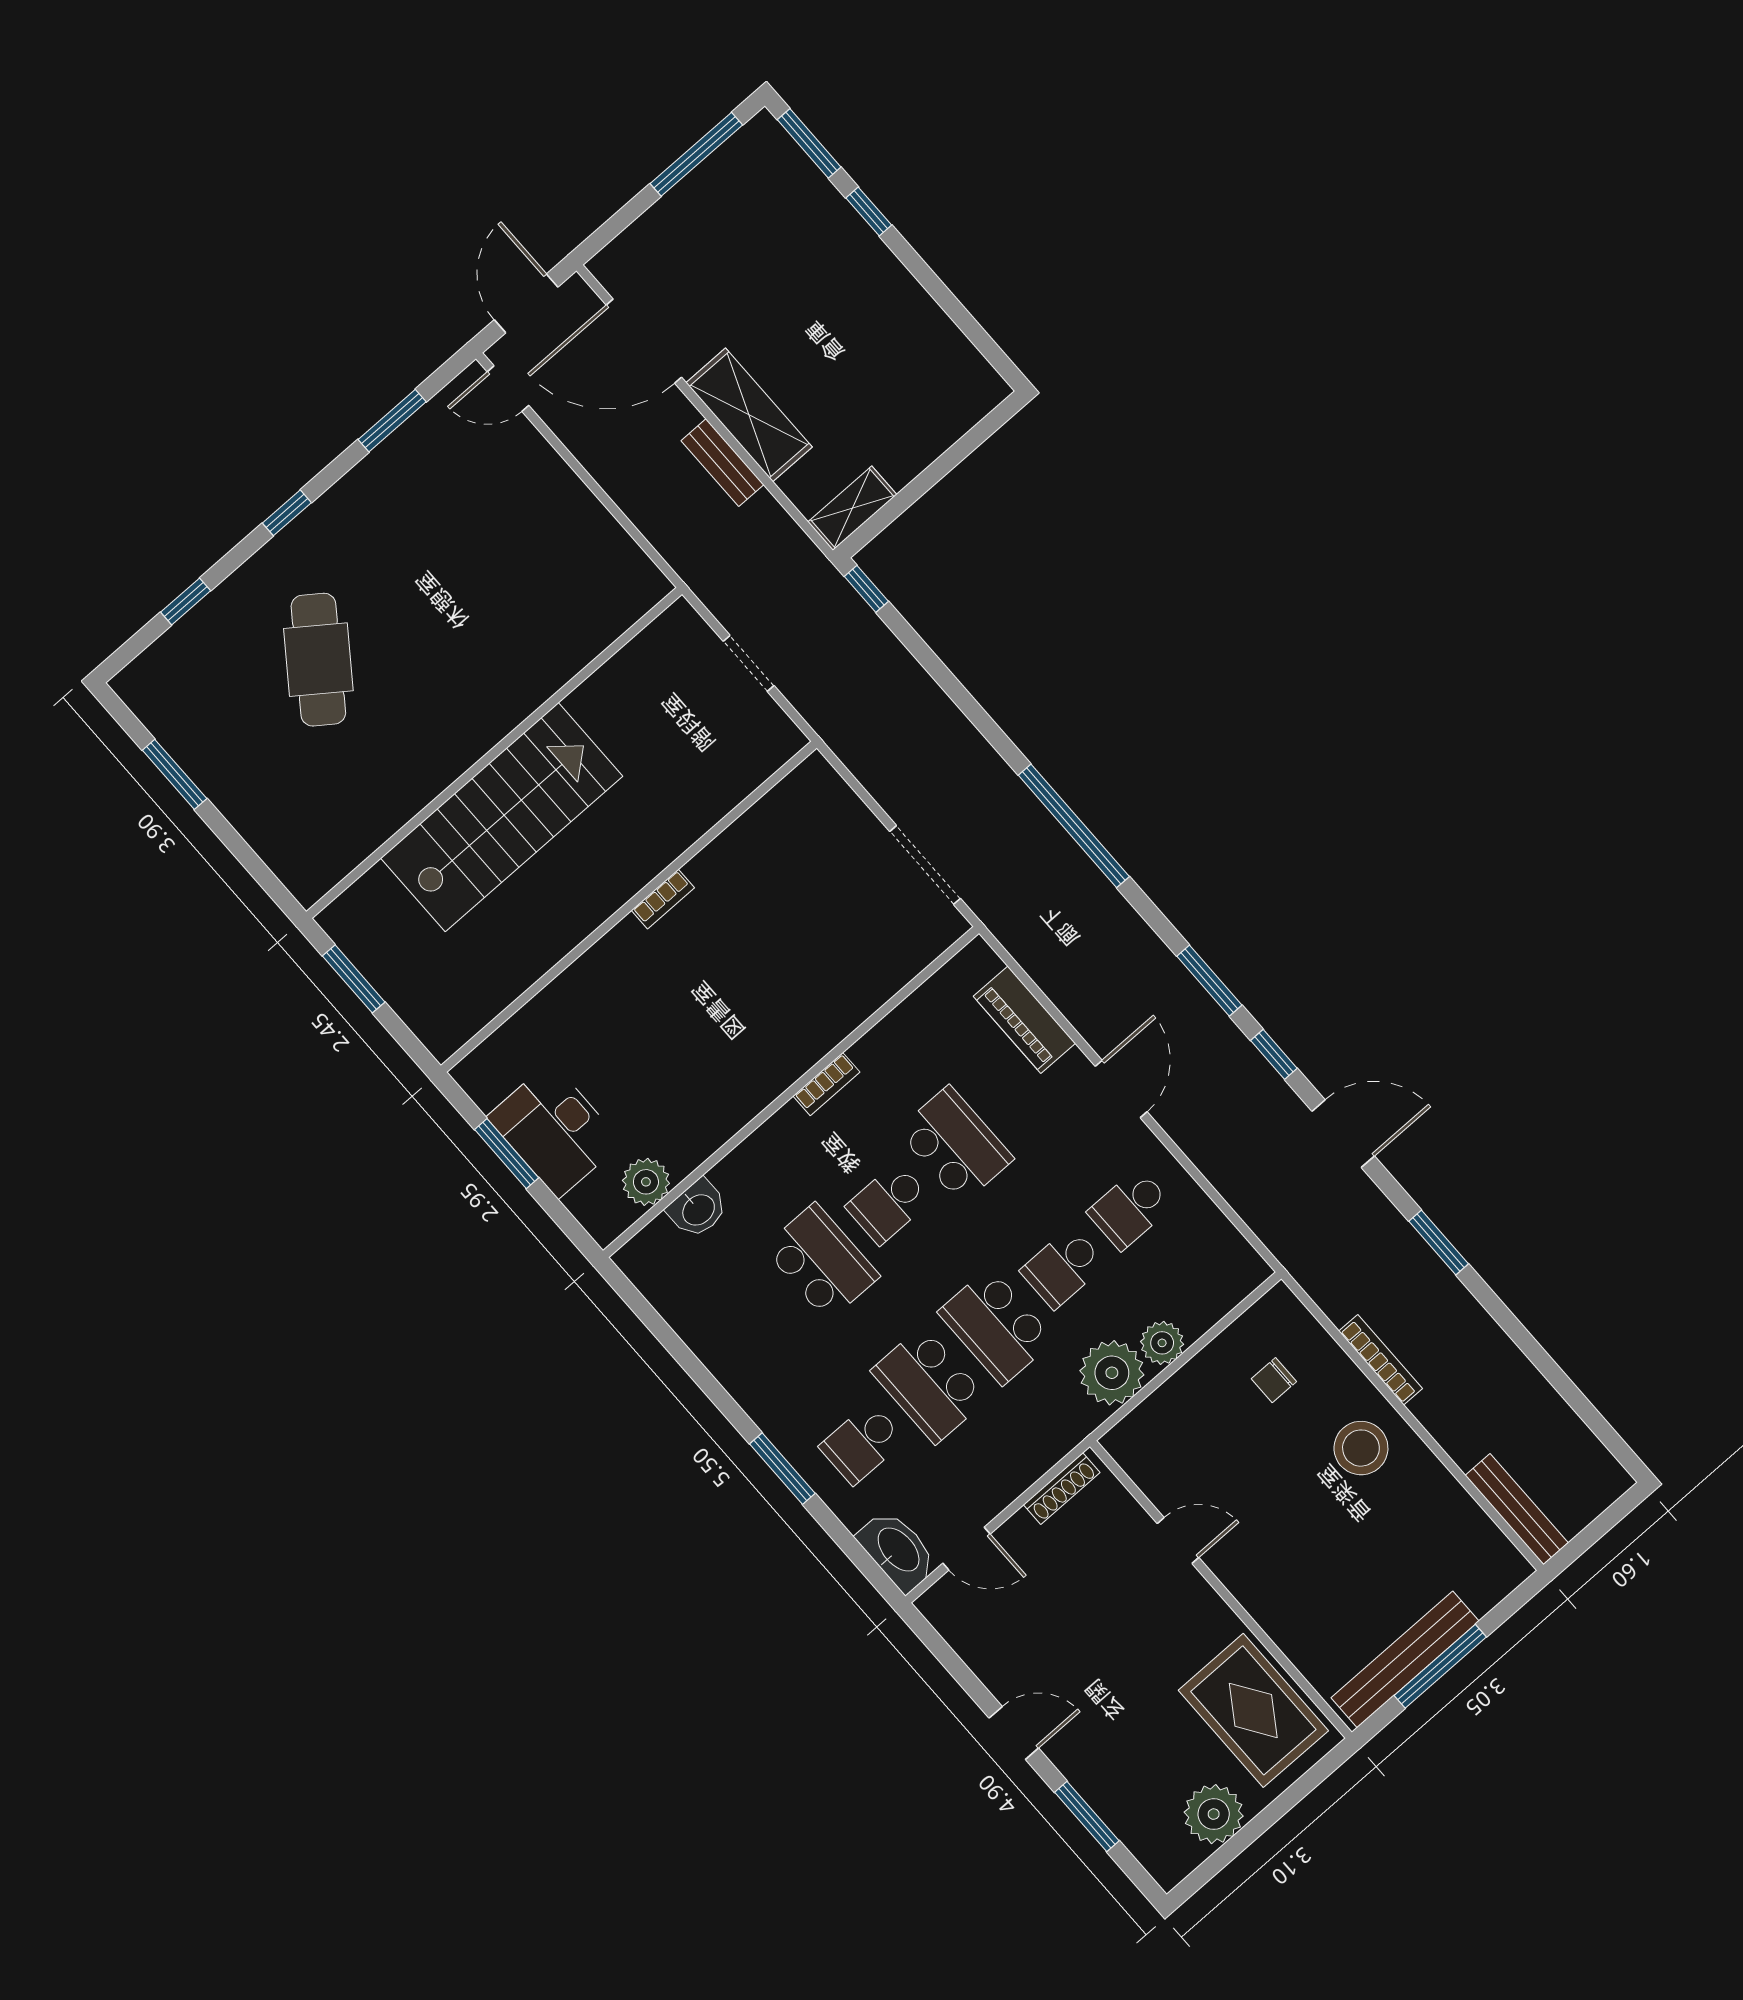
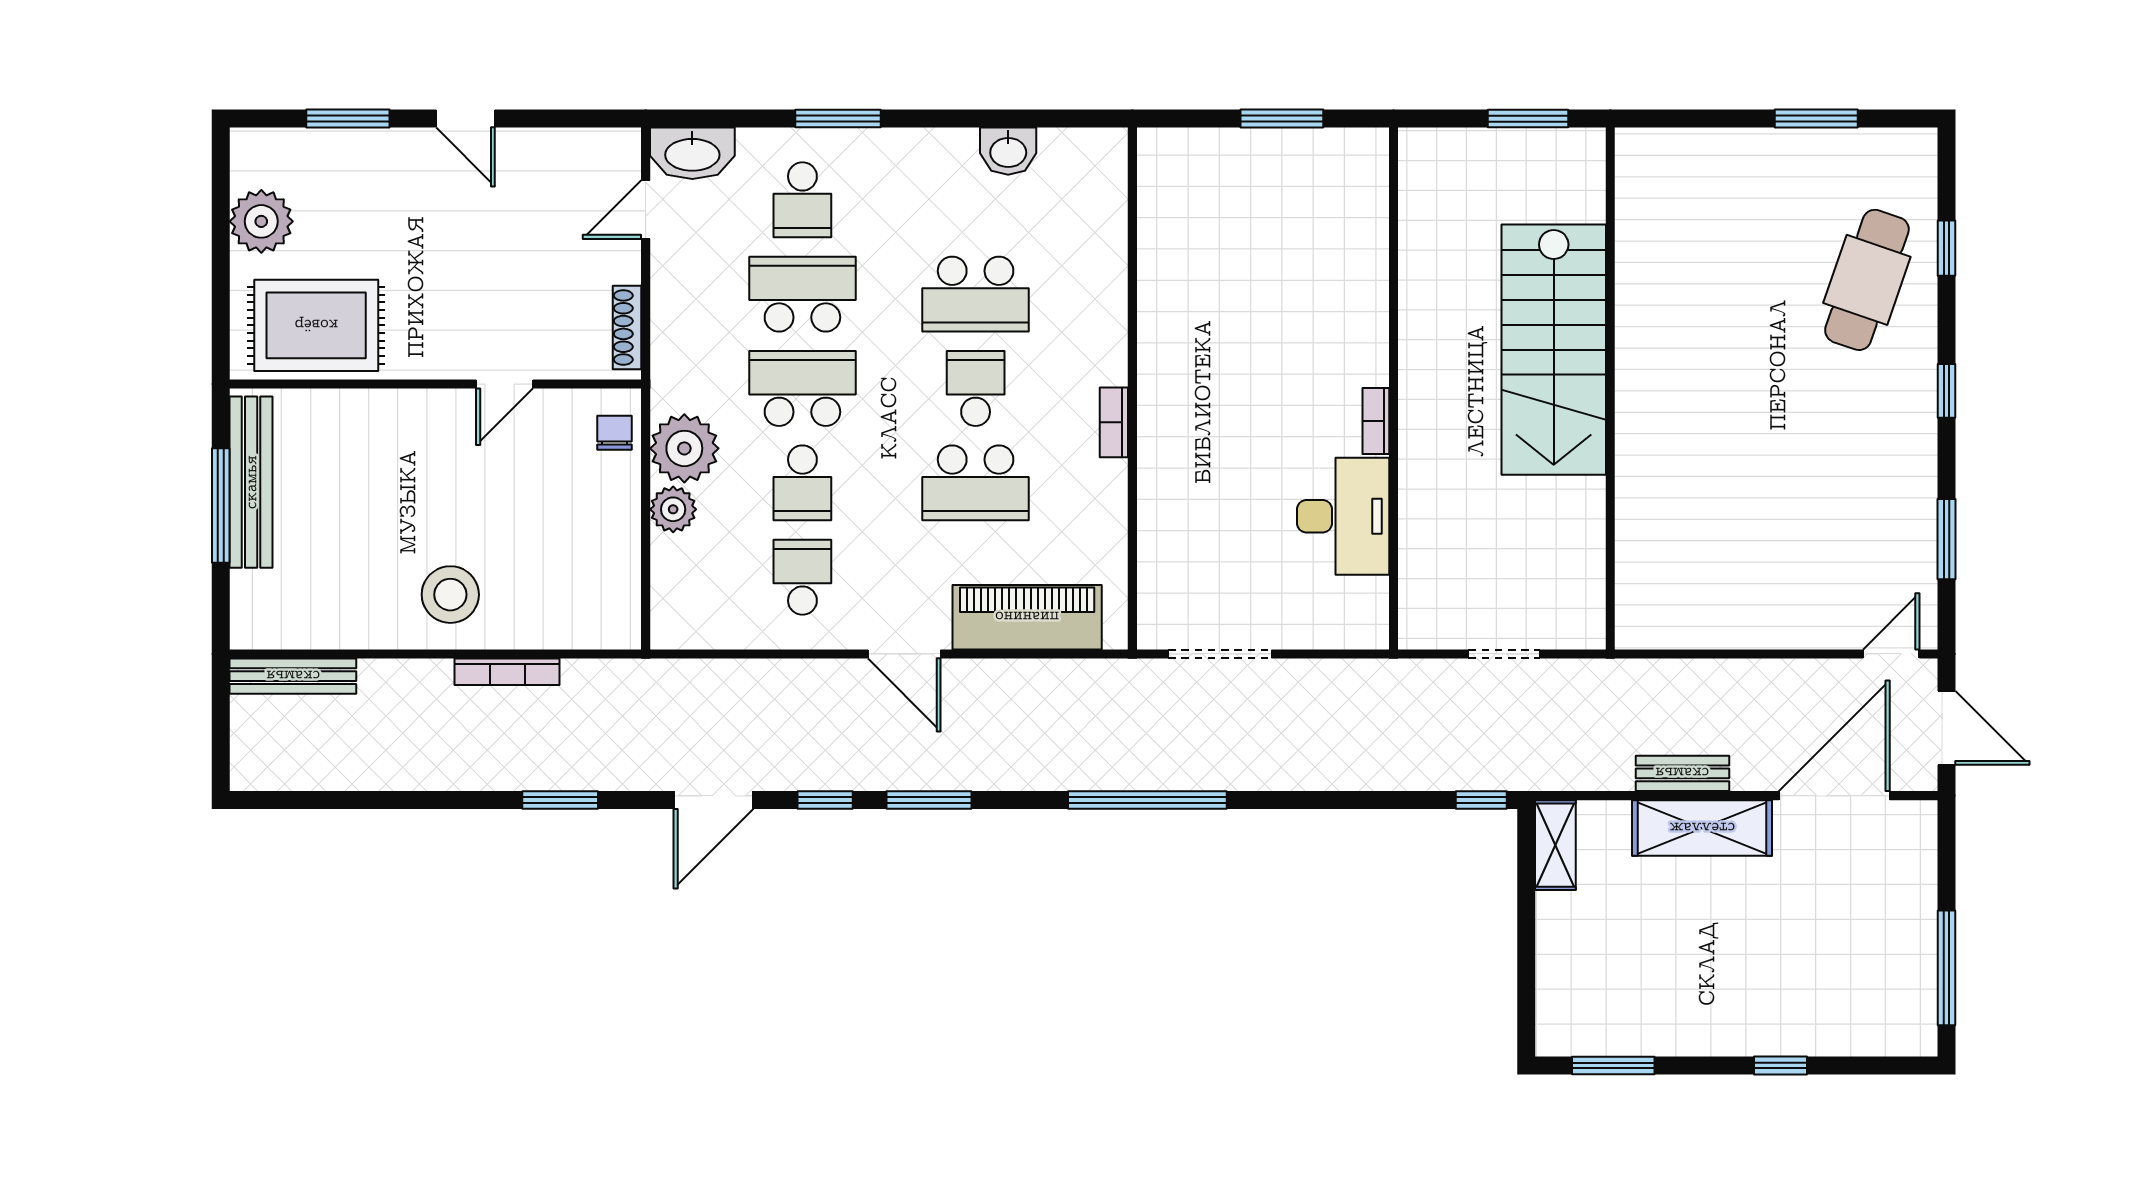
window: (809, 143) -> (1613, 1066), moved
cafe table: (318, 660) -> (1867, 280), moved, turned 73
piano: (1024, 1020) -> (1027, 617), width x1.37, depth x1.33
desk: (555, 1130) -> (1343, 516), moved, turned 90
plant: (646, 1182) -> (1162, 210), removed
washbasin: (698, 1209) -> (1008, 151), moved, turned -90
school desk: (1063, 1268) -> (802, 483), turned 180
chair: (1274, 1380) -> (615, 433), moved
school desk: (862, 1443) -> (802, 200), turned 180
door: (1014, 1733) -> (466, 119), hinge flipped

